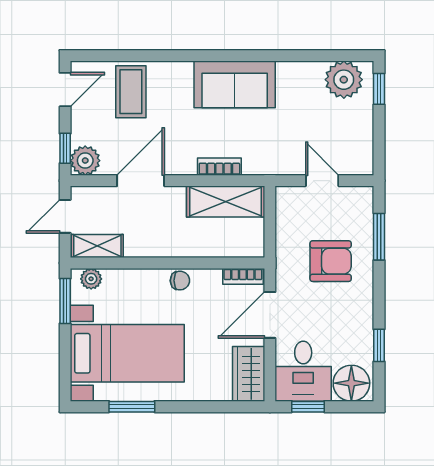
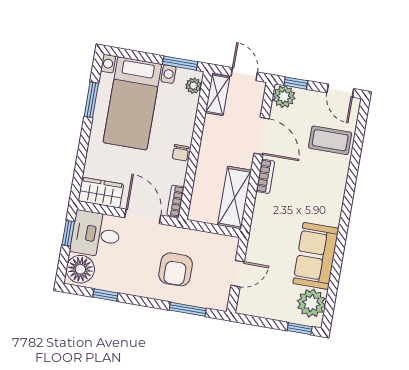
sofa: (235, 84) -> (316, 256), moved
bookcase: (219, 167) -> (265, 176), moved

